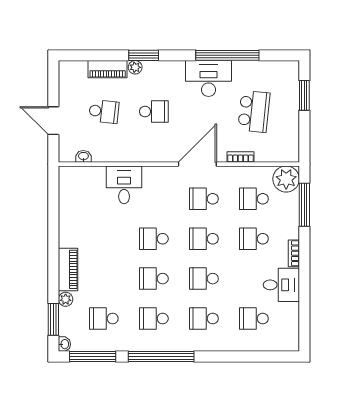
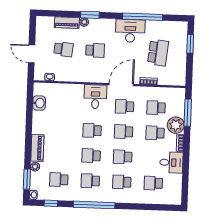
plant: (286, 179) -> (176, 125), moved
desk: (124, 185) -> (95, 97), moved
washbasin: (68, 198) -> (39, 103), added
window: (93, 357) -> (51, 203), width x0.46

